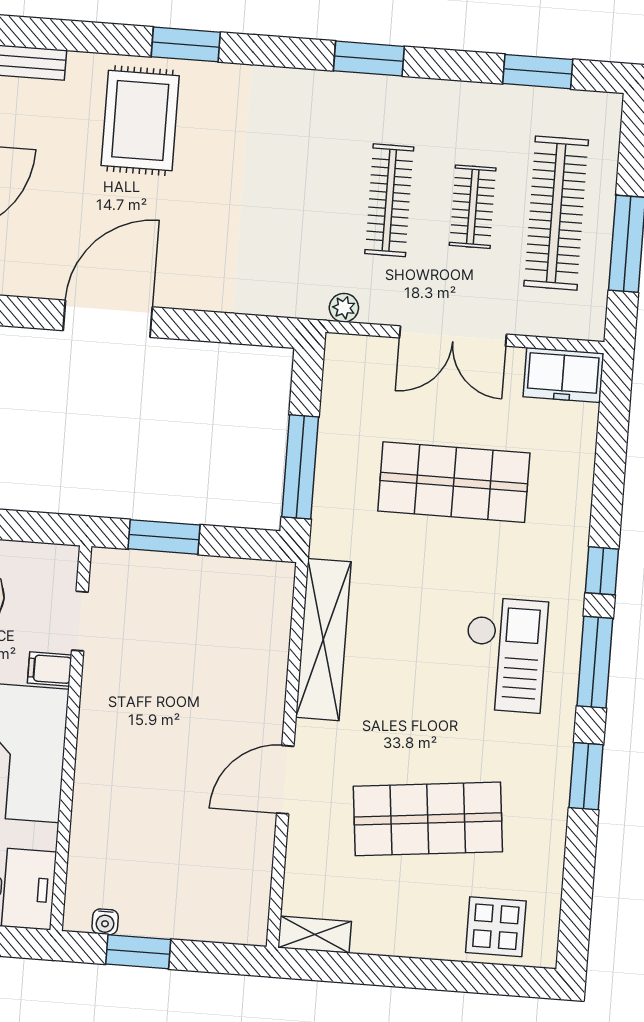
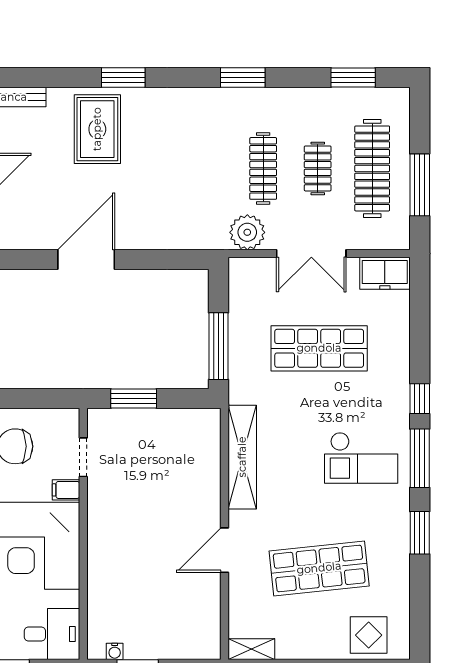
plant: (344, 308) -> (247, 232), width x1.87, depth x1.87
checkout: (505, 655) -> (361, 458), turned 90

